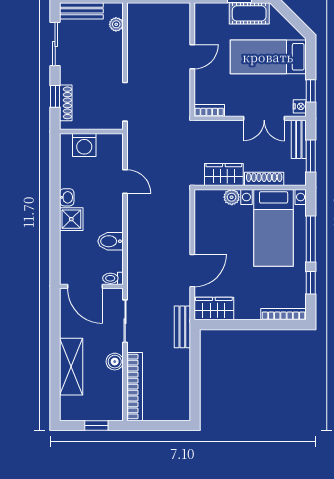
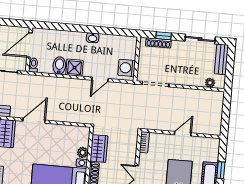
door: (192, 57) -> (183, 134), swing flipped
washing machine: (84, 145) -> (127, 68), moved
shower: (71, 219) -> (74, 68), moved
door: (192, 271) -> (34, 121), swing flipped

